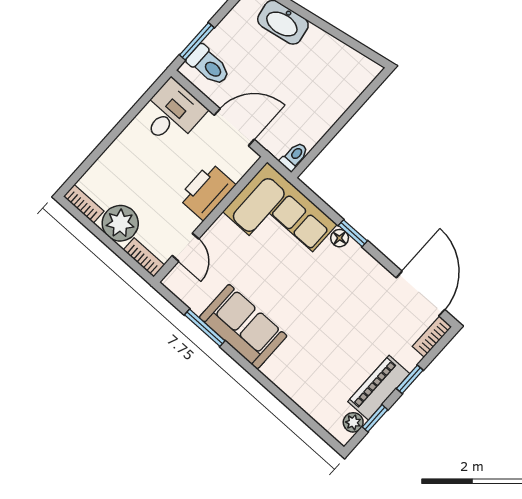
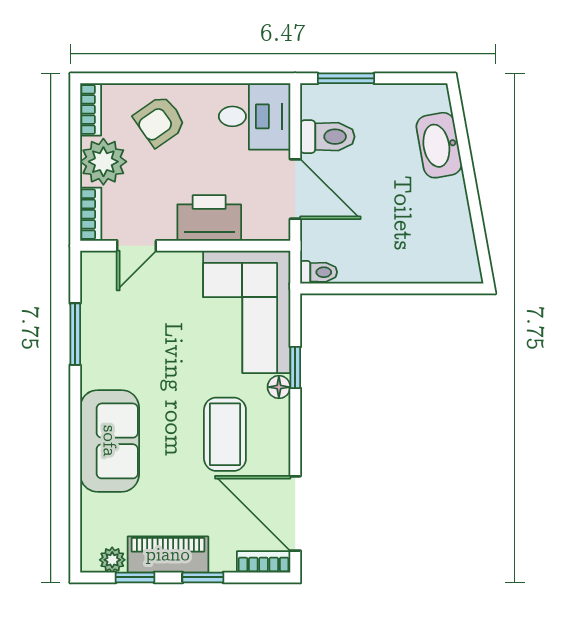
toilet: (209, 65) -> (327, 137), moved, turned -90
armchair: (126, 170) -> (160, 121), added
window: (353, 233) -> (295, 367), moved
coffee table: (339, 293) -> (225, 434), added
door: (420, 294) -> (295, 513), swing flipped
sofa: (243, 327) -> (110, 441), moved

